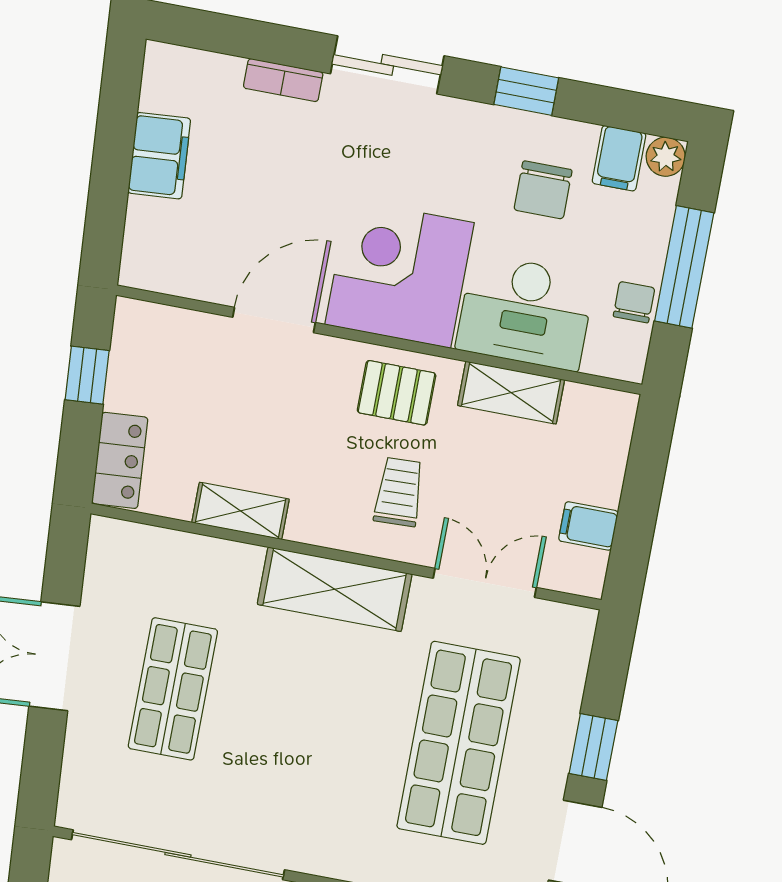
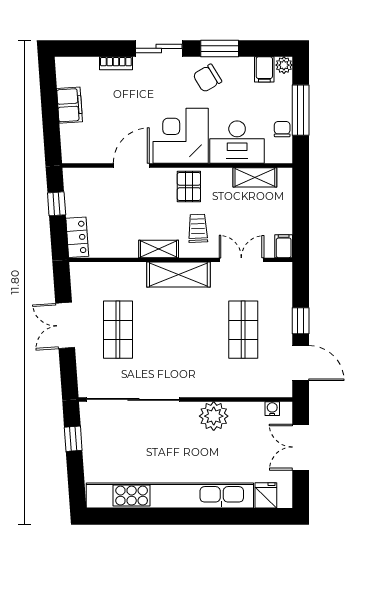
window: (526, 91) -> (220, 48), width x1.50
chair: (543, 190) -> (207, 78), moved, turned 59
pallet: (397, 393) -> (189, 186), turned 90
shelving: (511, 393) -> (255, 177), moved
shelving: (240, 511) -> (159, 249), moved
filing cabinet: (588, 526) -> (284, 246), moved, turned 90
shop shelf: (459, 743) -> (243, 330), width x0.70, depth x0.74

